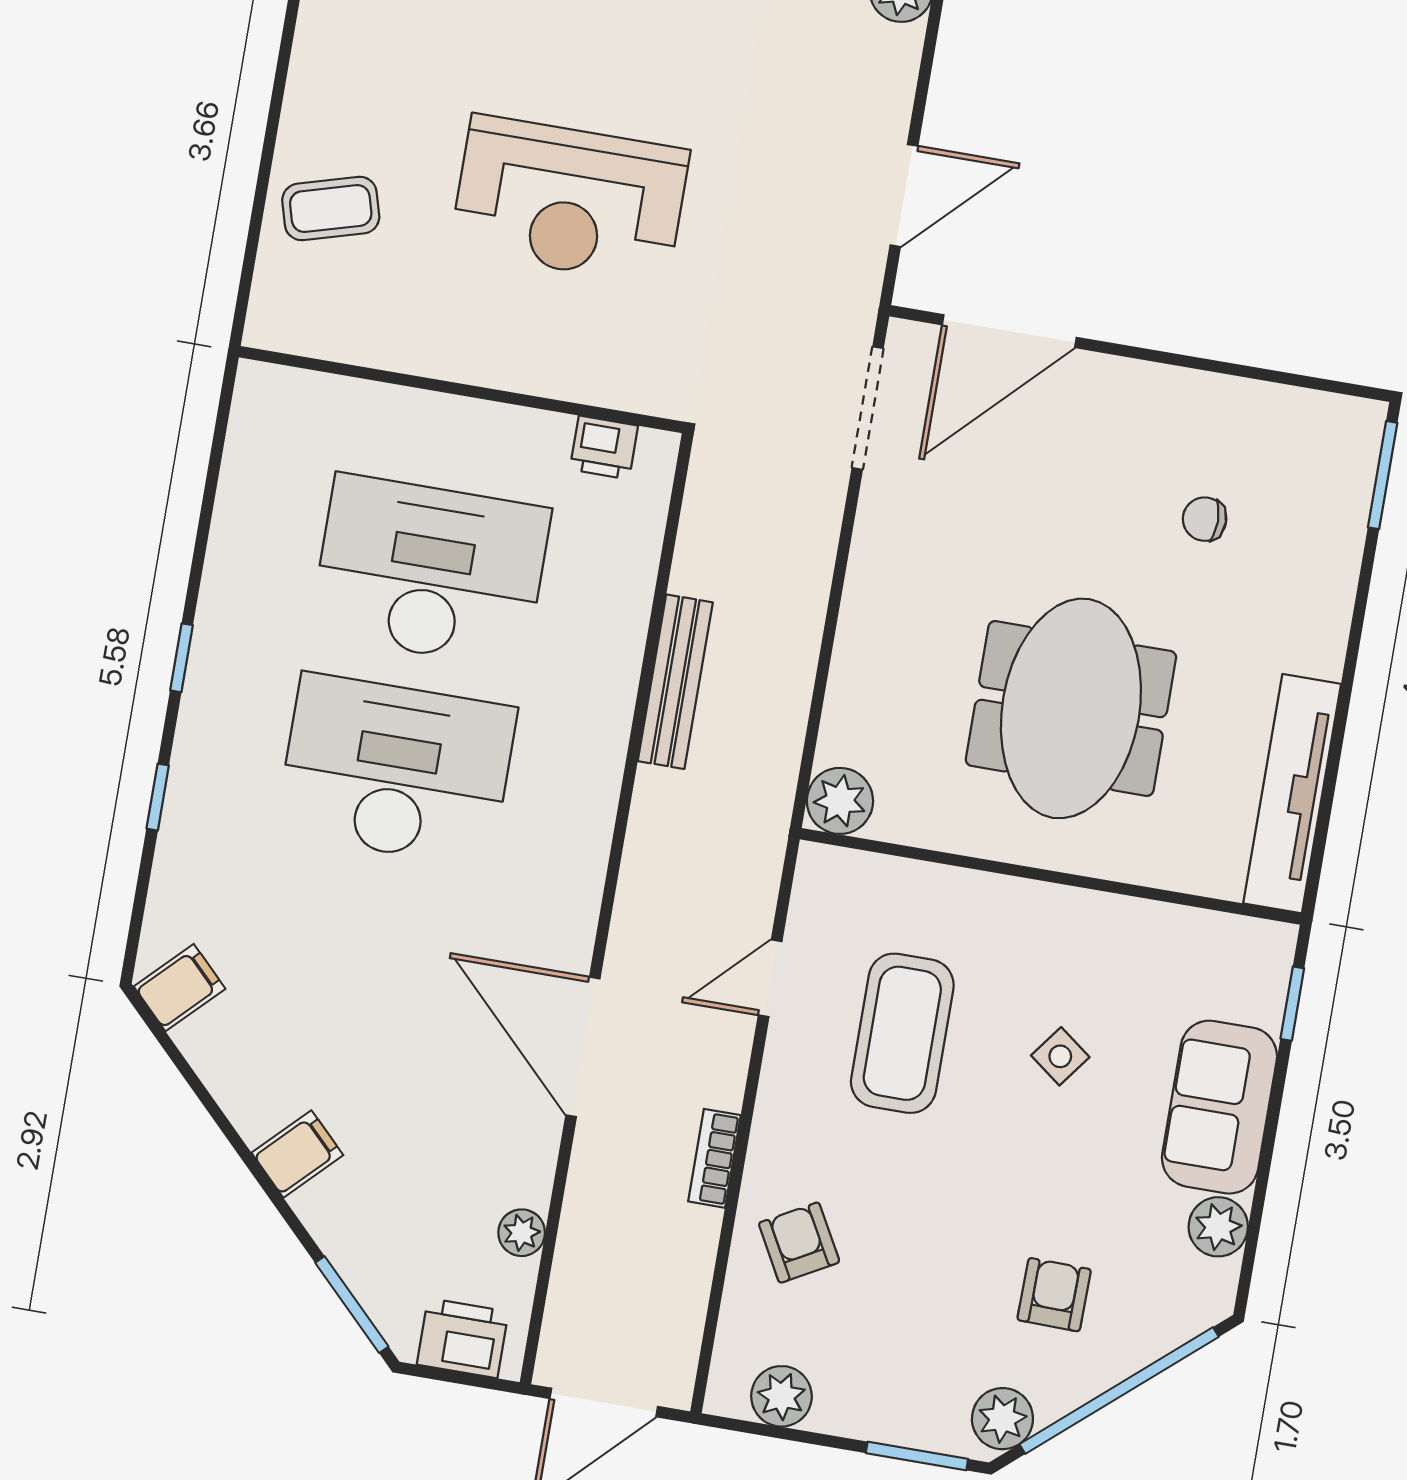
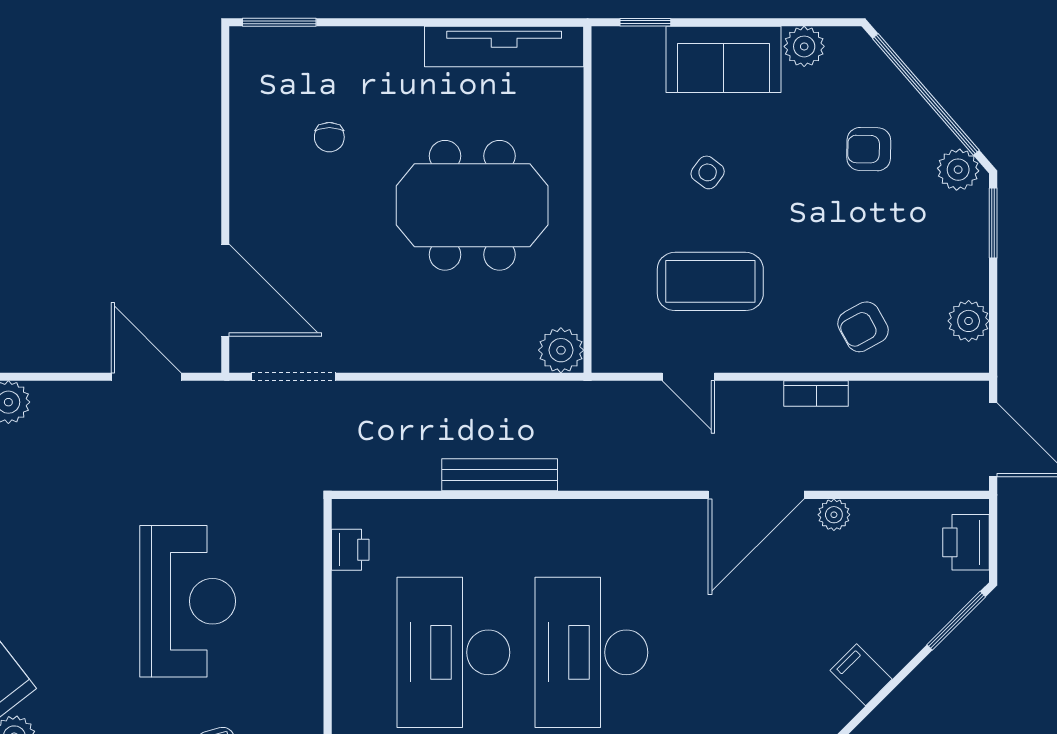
plant: (522, 1233) -> (834, 515), moved

